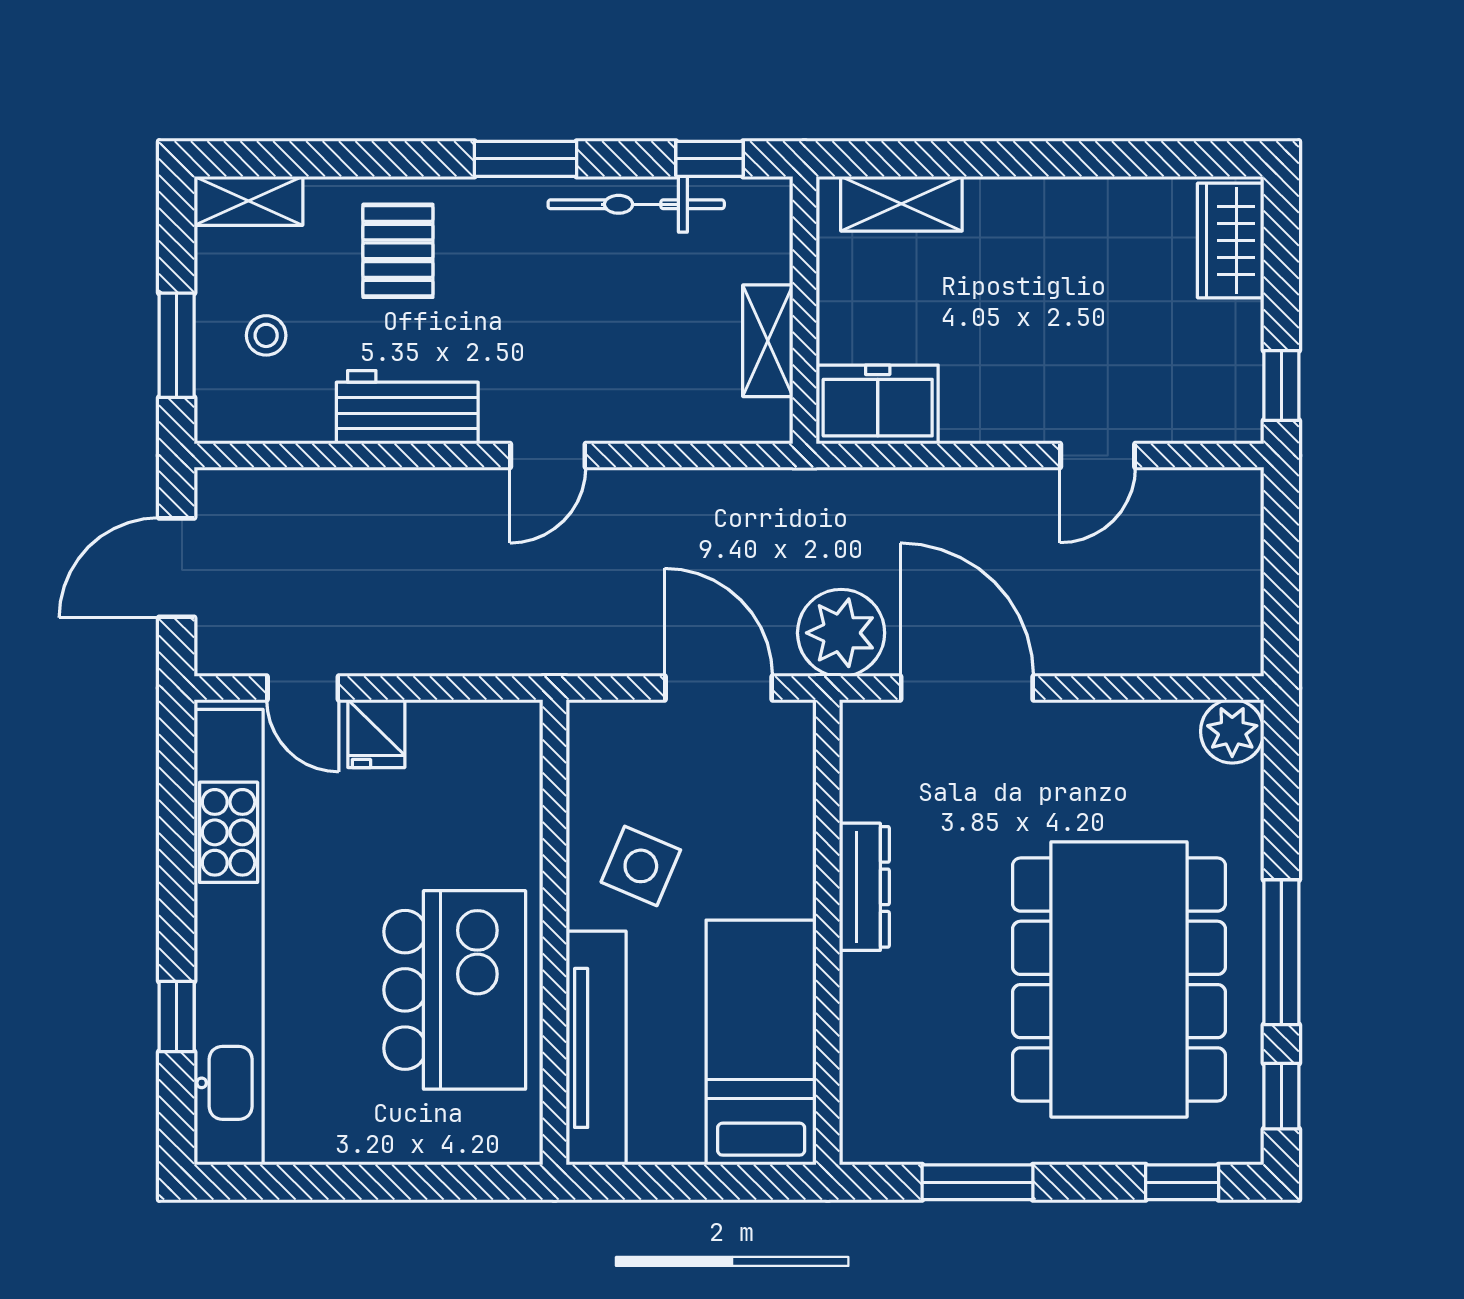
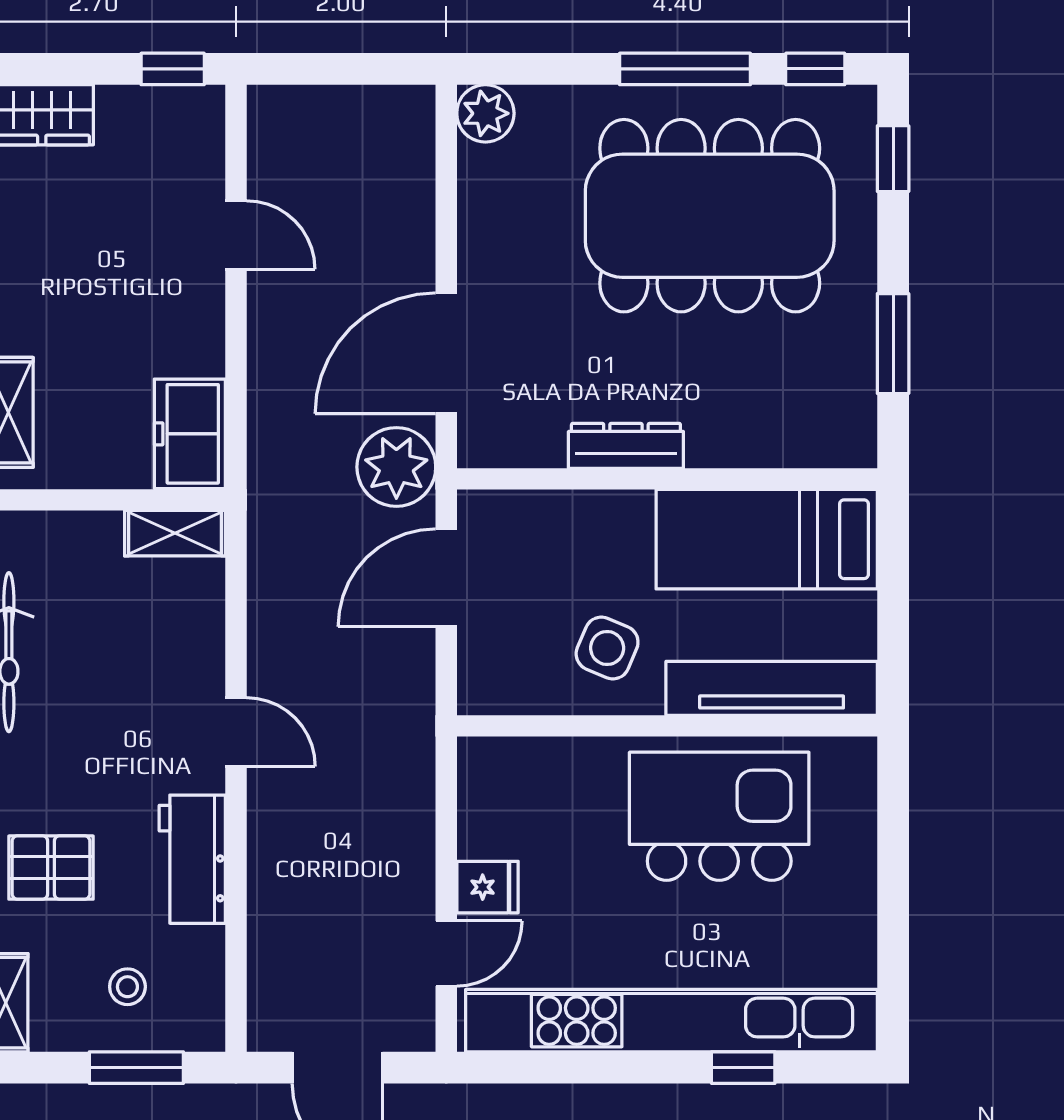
shelving: (768, 341) -> (175, 533), moved

